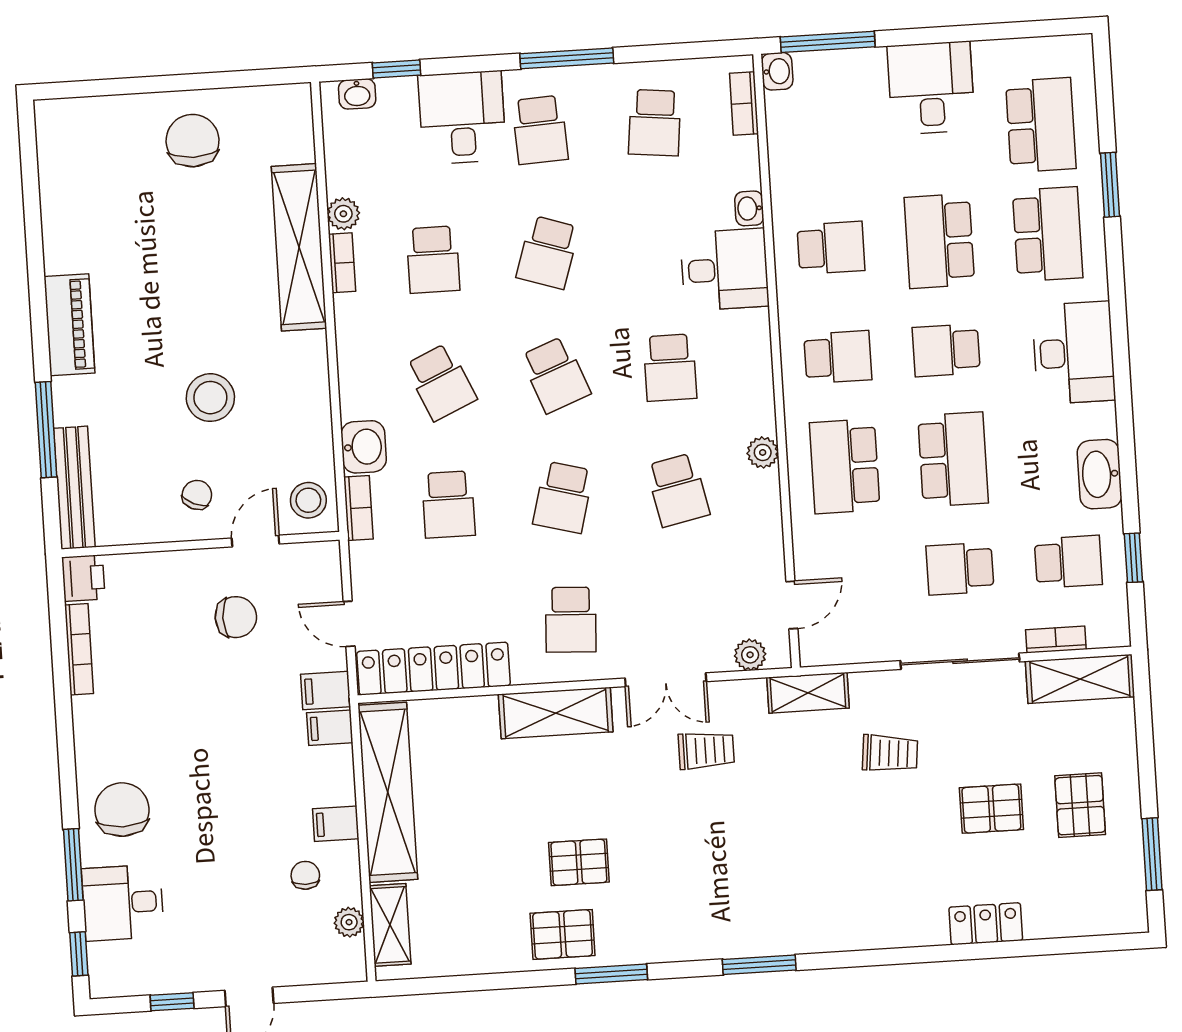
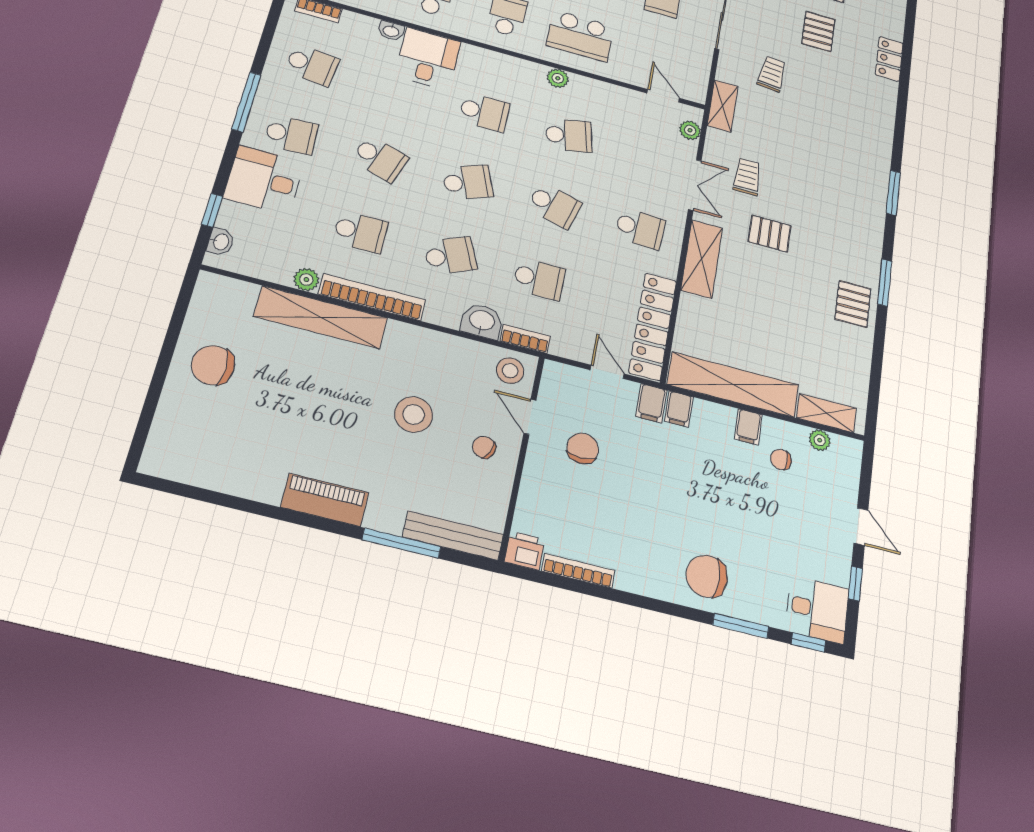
bookcase: (342, 263) -> (372, 297), width x2.31, depth x1.31
door: (349, 624) -> (607, 372), swing flipped
pallet: (579, 862) -> (770, 234), moved, turned 90
desk: (123, 903) -> (817, 610), moved, turned -90

